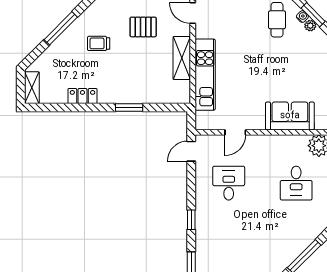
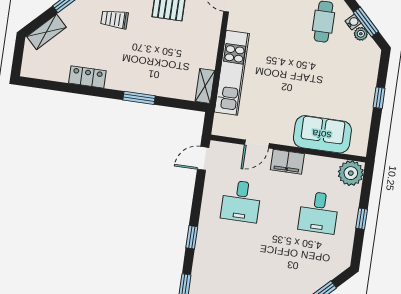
shelving: (182, 58) -> (205, 86), moved, width x0.67, depth x0.75
shelving: (32, 88) -> (47, 32), moved, turned 45
filing cabinet: (263, 144) -> (287, 162), added
desk: (229, 183) -> (241, 201), turned 180

